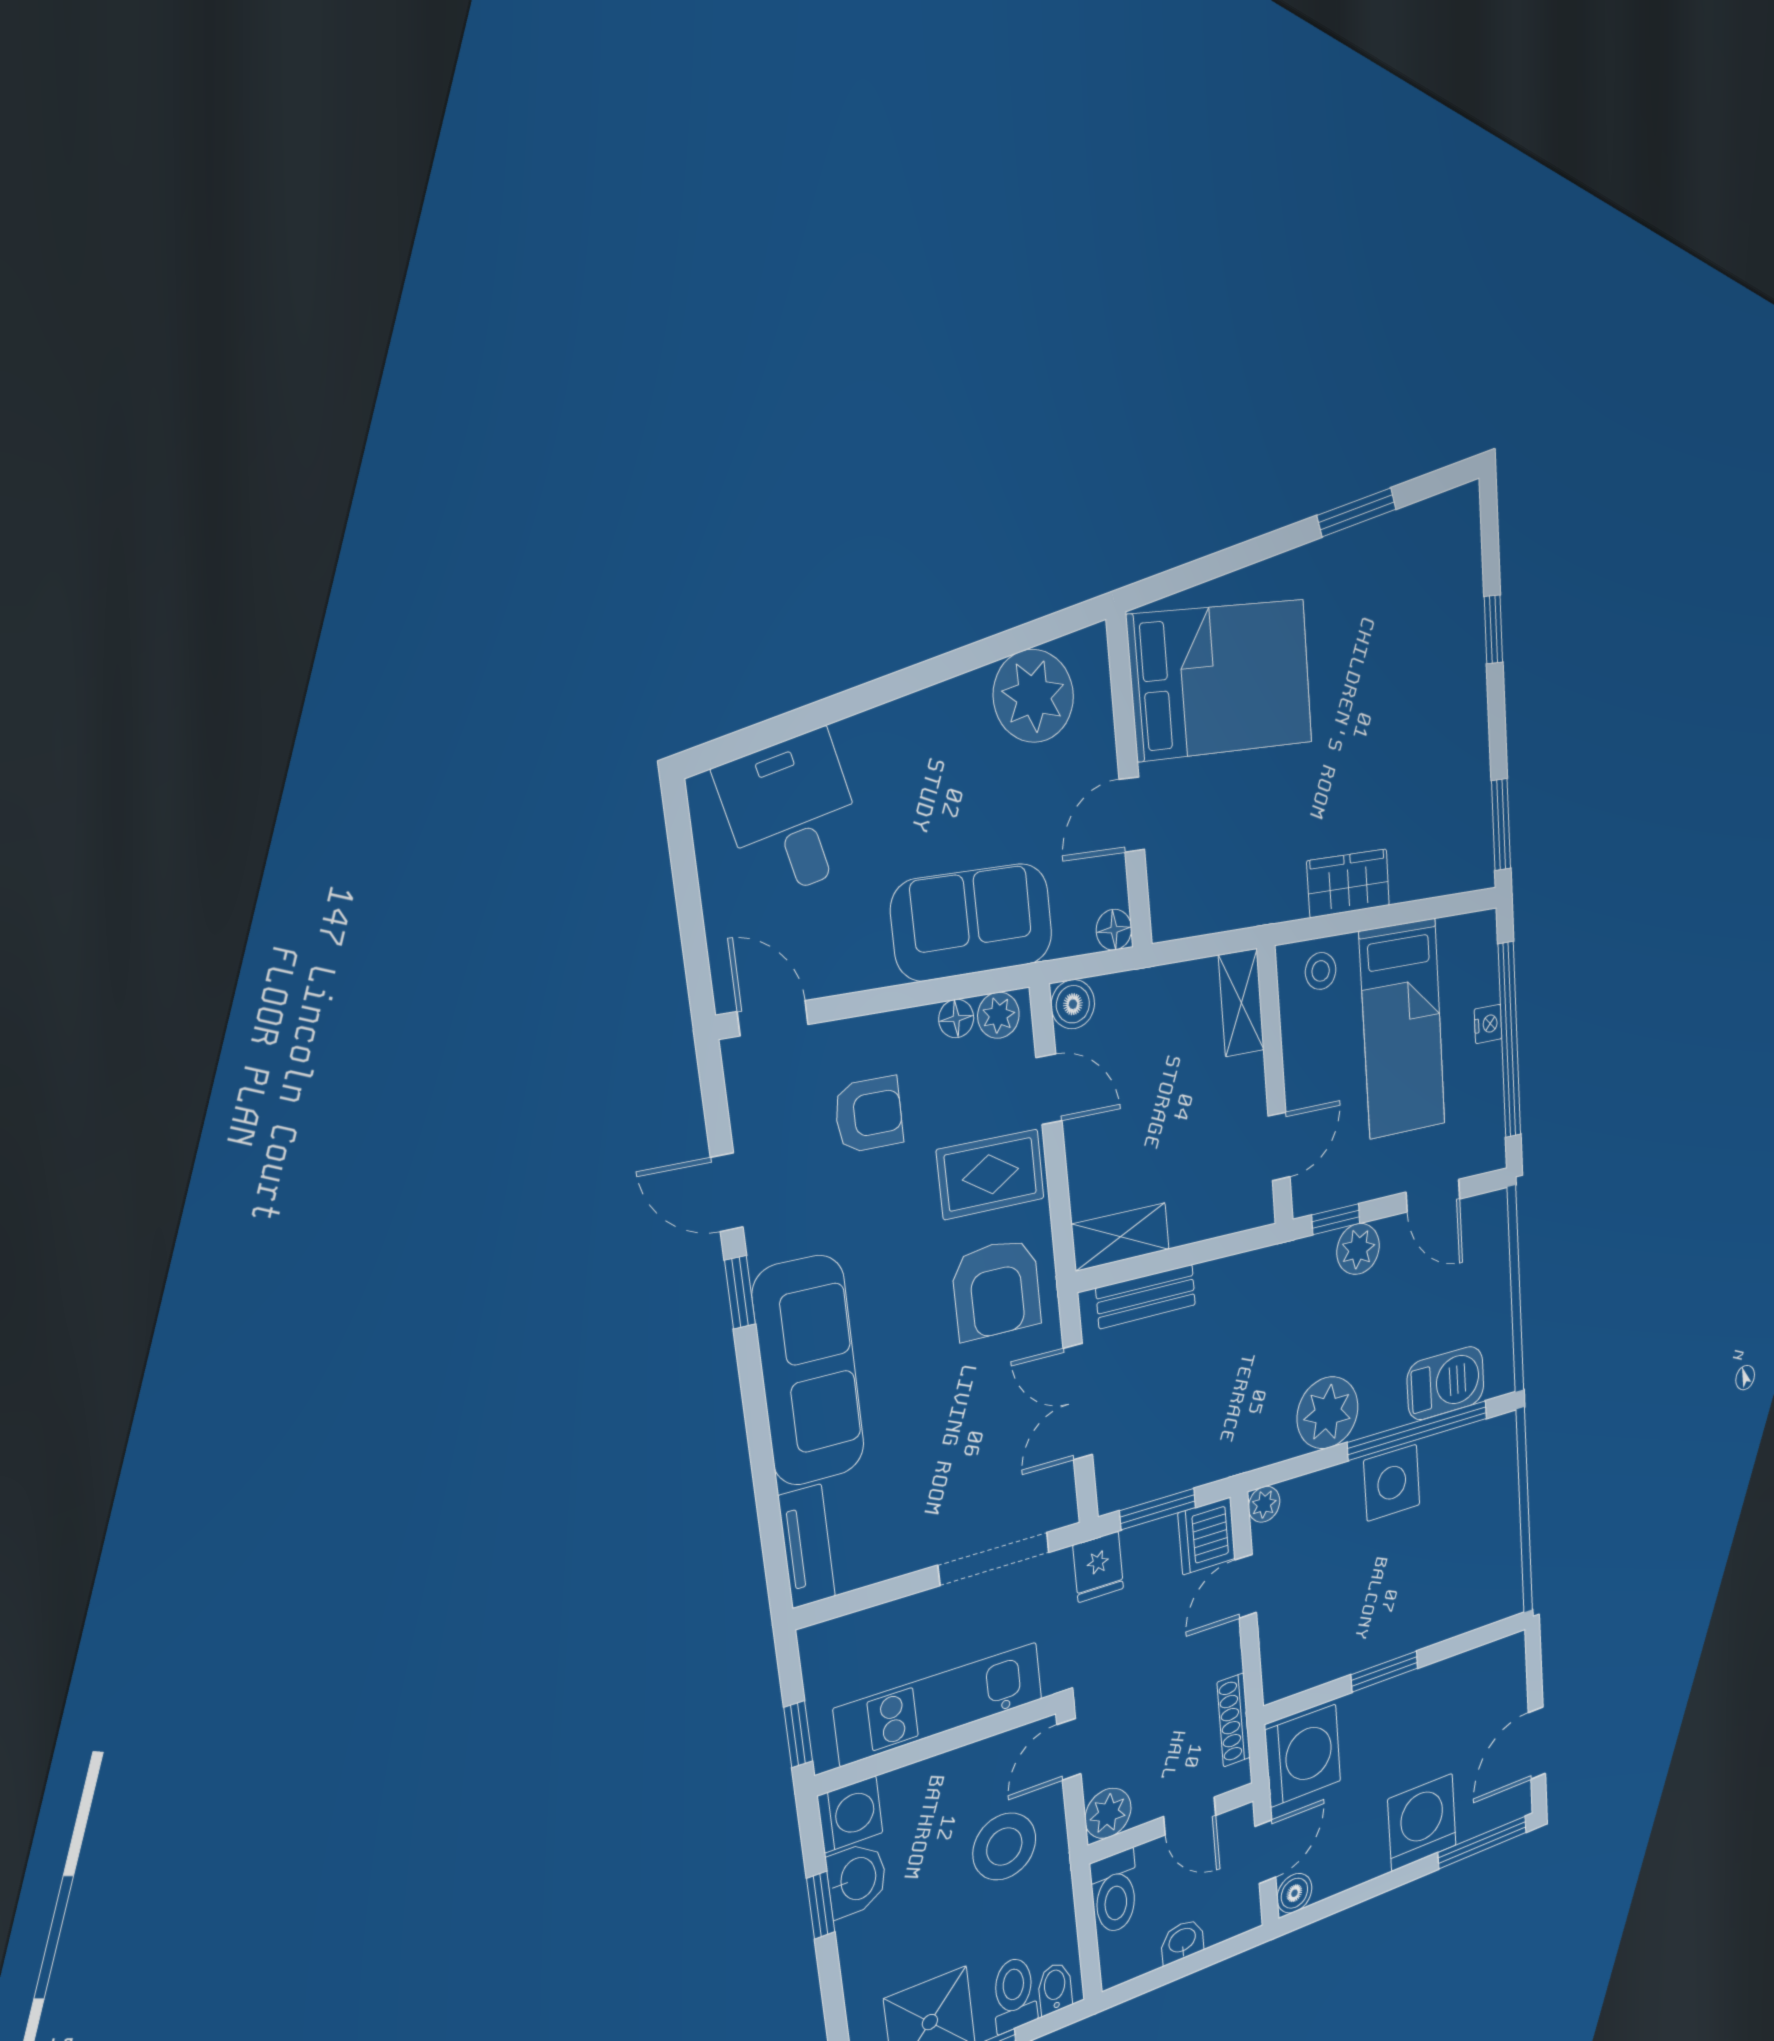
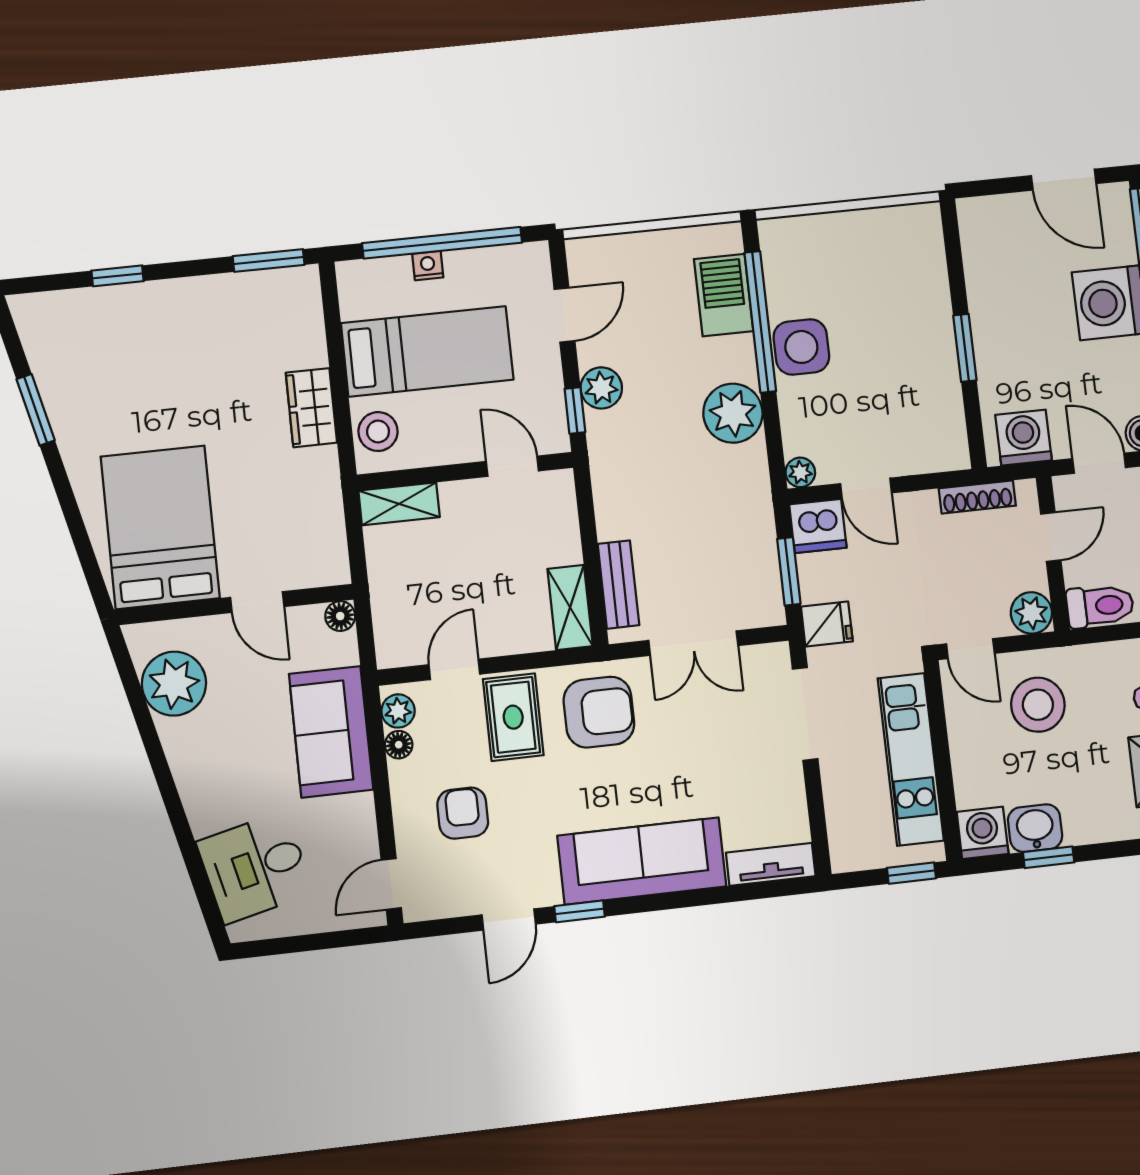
stool: (1321, 971) -> (378, 431), width x1.37, depth x1.37
boiler: (1073, 1004) -> (393, 650), removed
washing machine: (1303, 1756) -> (1024, 438), width x0.73, depth x0.73

